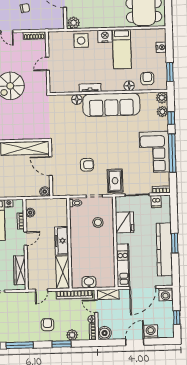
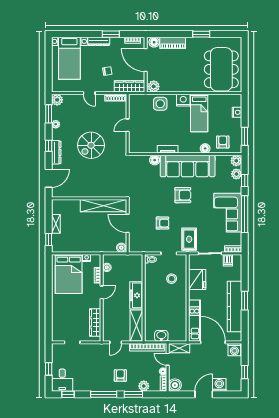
wardrobe: (48, 23) -> (129, 86), added
armchair: (107, 135) -> (183, 195), added
door: (143, 288) -> (213, 342), swing flipped
window: (20, 345) -> (104, 394), moved

